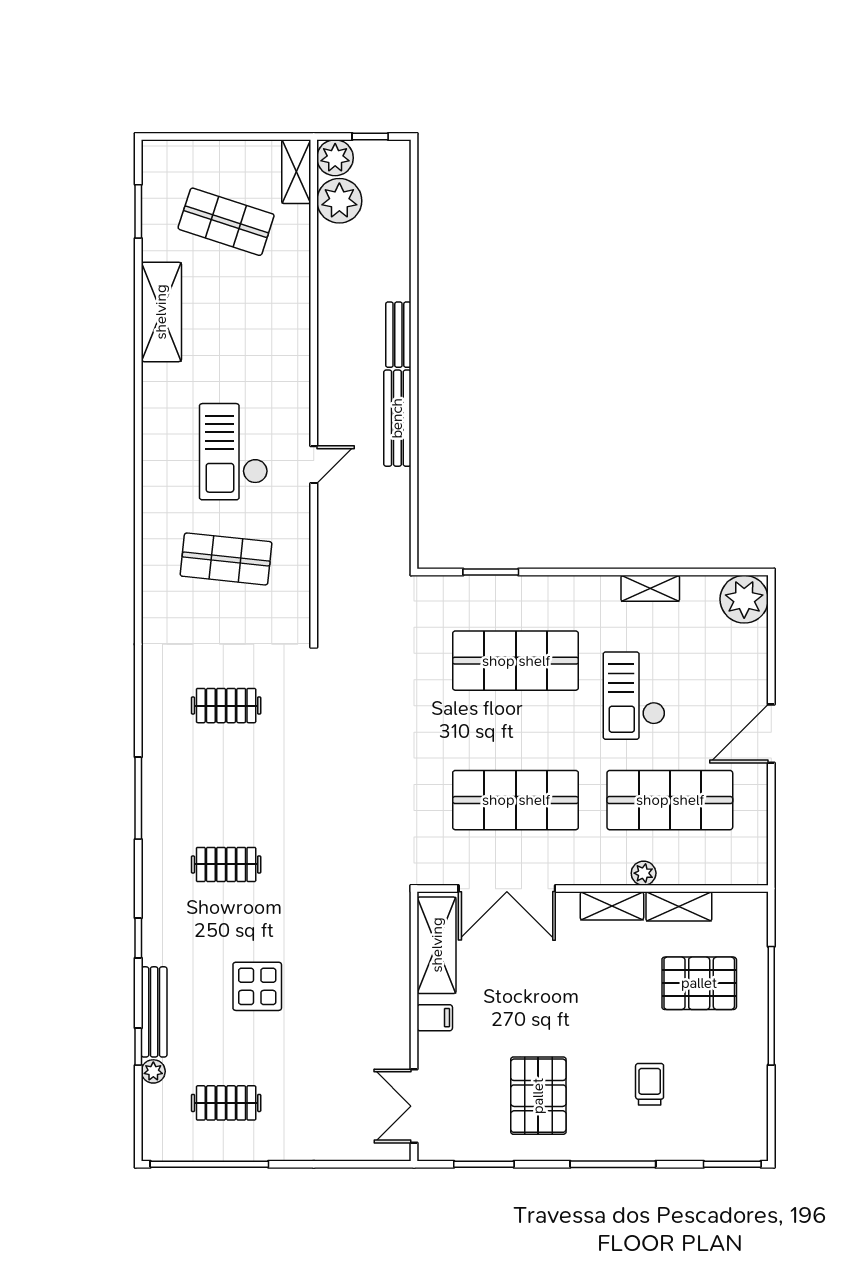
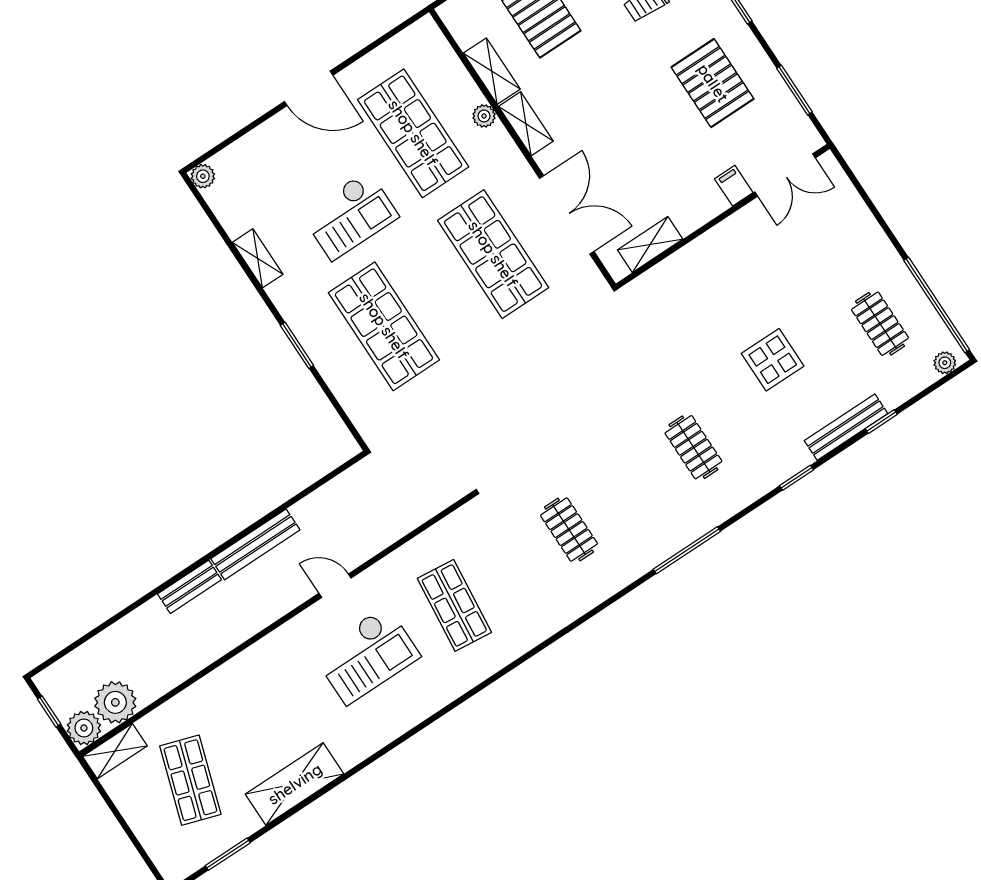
window: (491, 572) -> (297, 345), moved
plant: (744, 599) -> (203, 176), width x0.53, depth x0.53
shelving: (437, 945) -> (650, 244), width x0.67, depth x0.75
filing cabinet: (435, 1018) -> (734, 186), moved
plant: (153, 1071) -> (945, 363), moved
pallet: (538, 1096) -> (713, 83), turned 90

